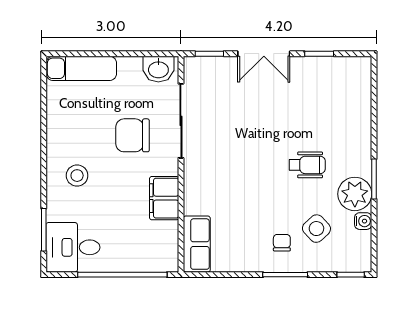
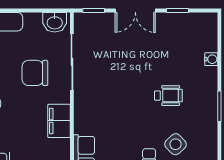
plant: (355, 194) -> (205, 118), removed
water cooler: (363, 221) -> (211, 59), moved

